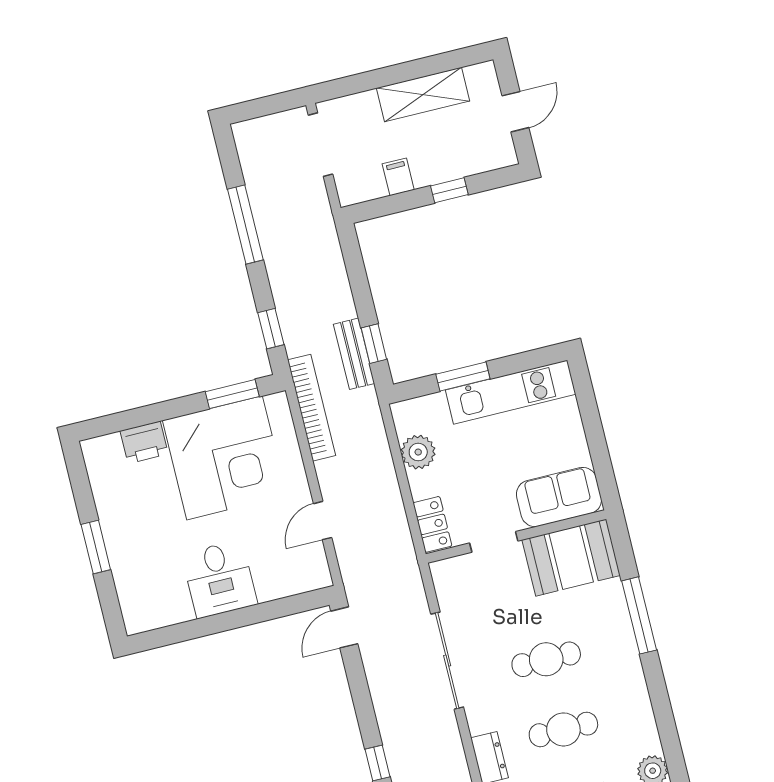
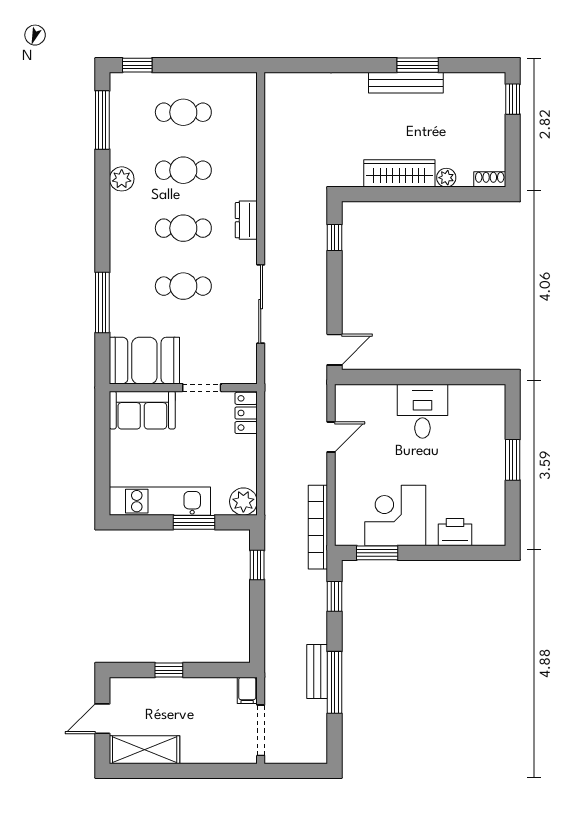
shelving: (423, 94) -> (145, 750), moved
filing cabinet: (398, 177) -> (247, 690), moved
bench: (354, 354) -> (317, 672), moved
plant: (418, 452) -> (243, 502), moved
corner desk: (225, 458) -> (395, 515), width x0.74, depth x0.74

